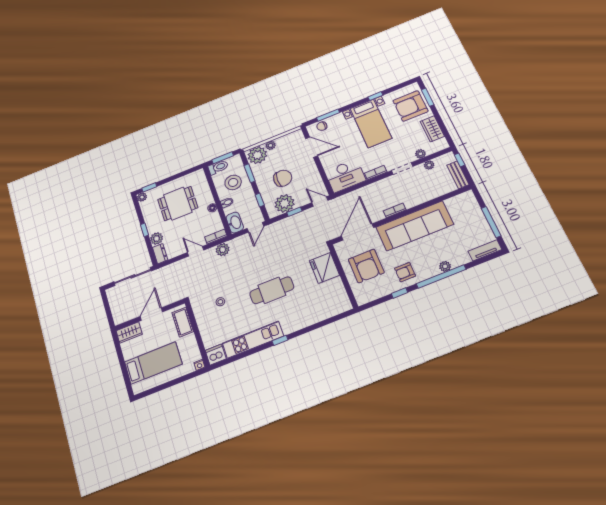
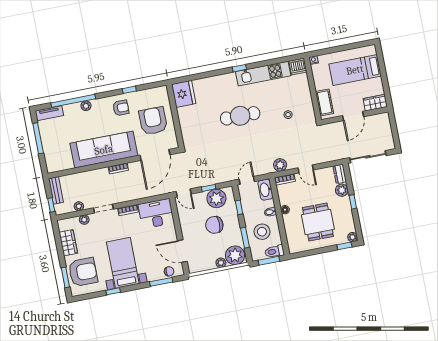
dining table: (178, 203) -> (318, 222), turned 90
fridge: (324, 268) -> (184, 94), moved
window: (441, 277) -> (73, 101), moved

